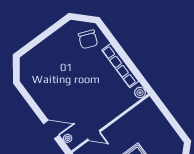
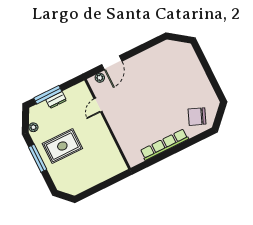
plant: (140, 93) -> (133, 160), removed

